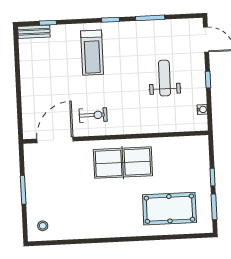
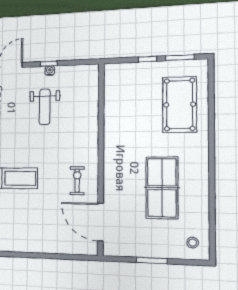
weight bench: (164, 78) -> (45, 107), turned -90
water cooler: (202, 109) -> (50, 71), moved
table tennis table: (123, 163) -> (162, 188), moved

